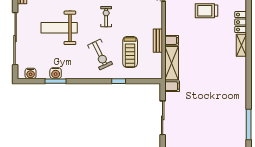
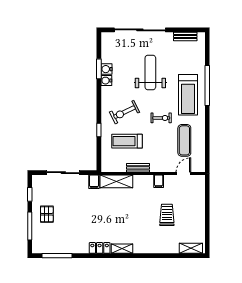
locker: (241, 22) -> (100, 248), moved
filing cabinet: (172, 40) -> (159, 181), moved
shelving: (241, 45) -> (122, 249), moved
water cooler: (31, 73) -> (106, 81), moved
pallet: (206, 135) -> (47, 214), added

